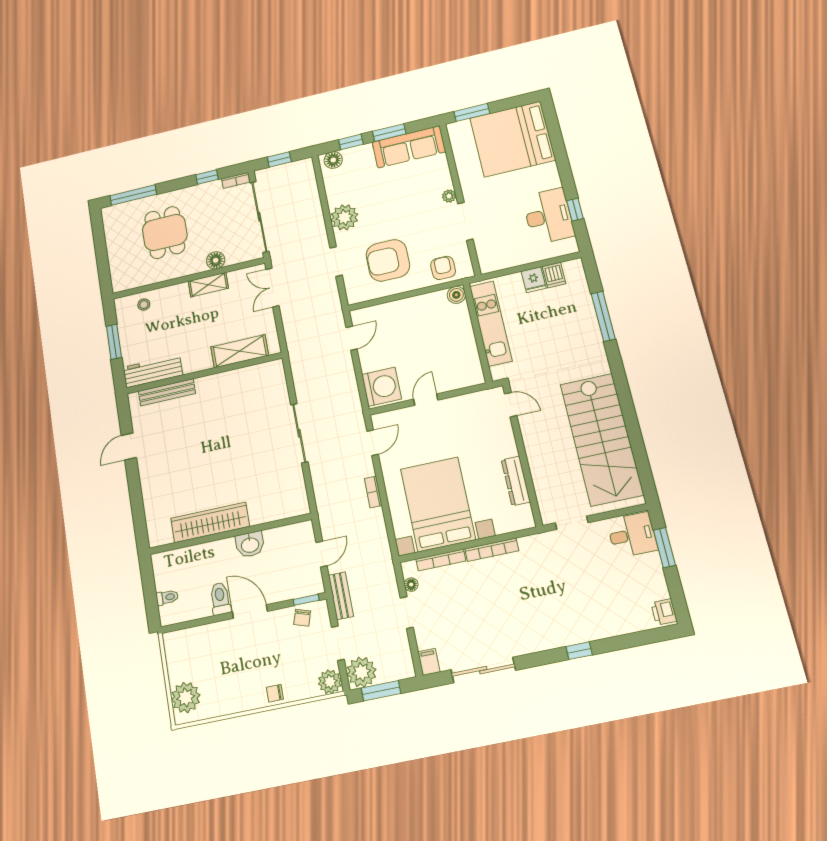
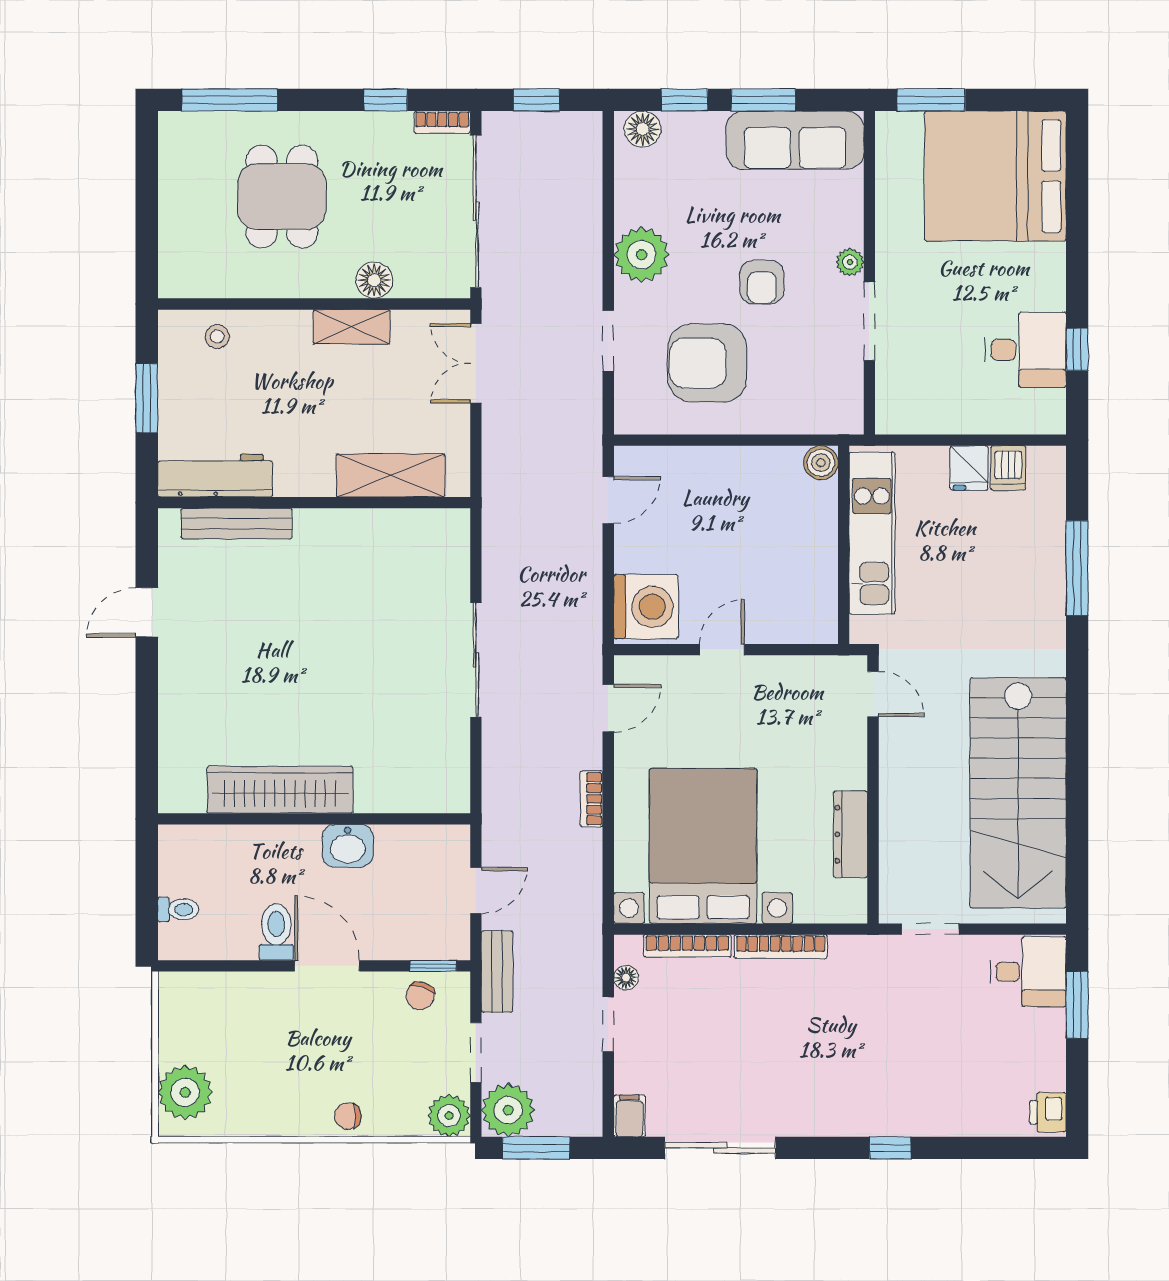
desk: (548, 216) -> (1025, 350), width x0.73
armchair: (443, 268) -> (762, 282), moved, turned 180

